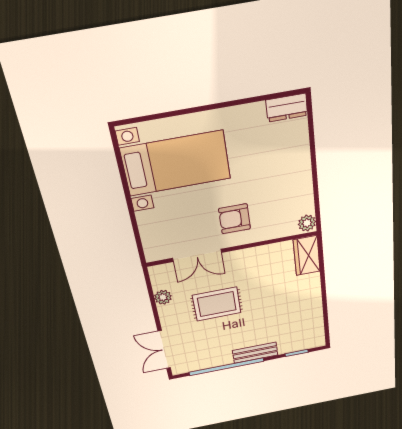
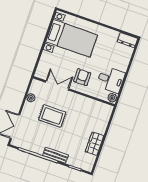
desk: (289, 196) -> (111, 80), added
armchair: (235, 219) -> (82, 77), turned 90
double door: (197, 255) -> (57, 85), swing flipped
wardrobe: (307, 256) -> (95, 144), moved

